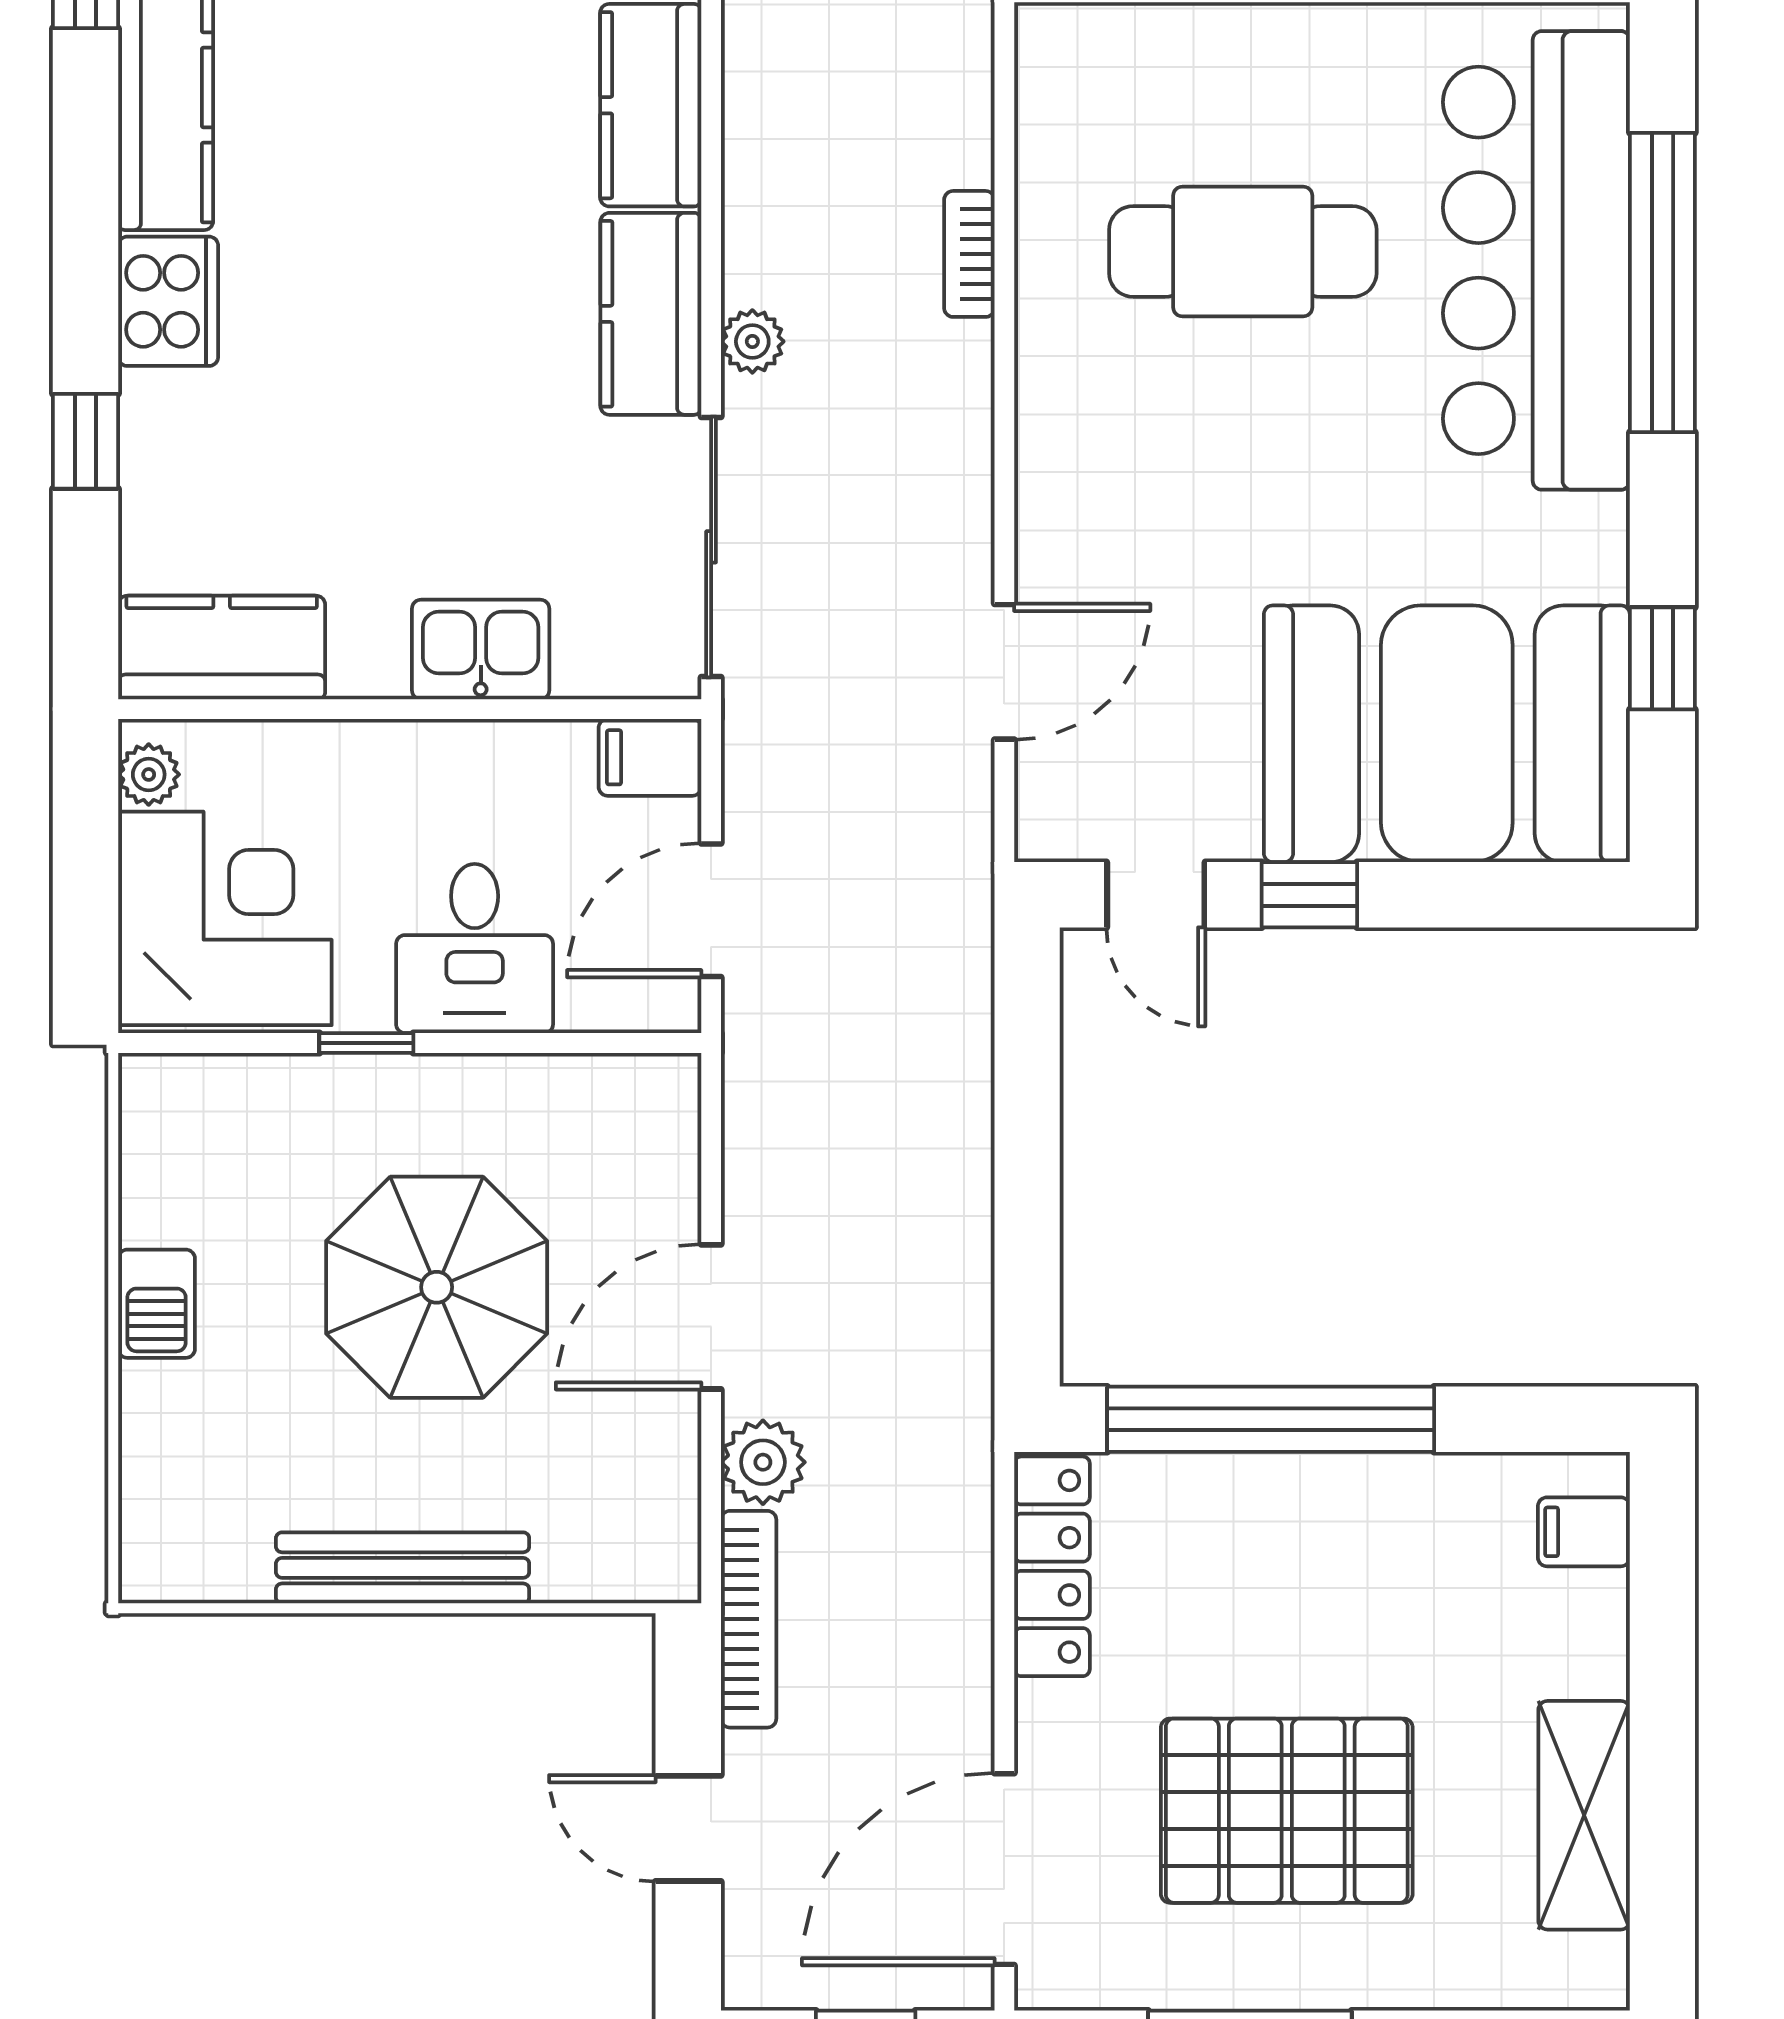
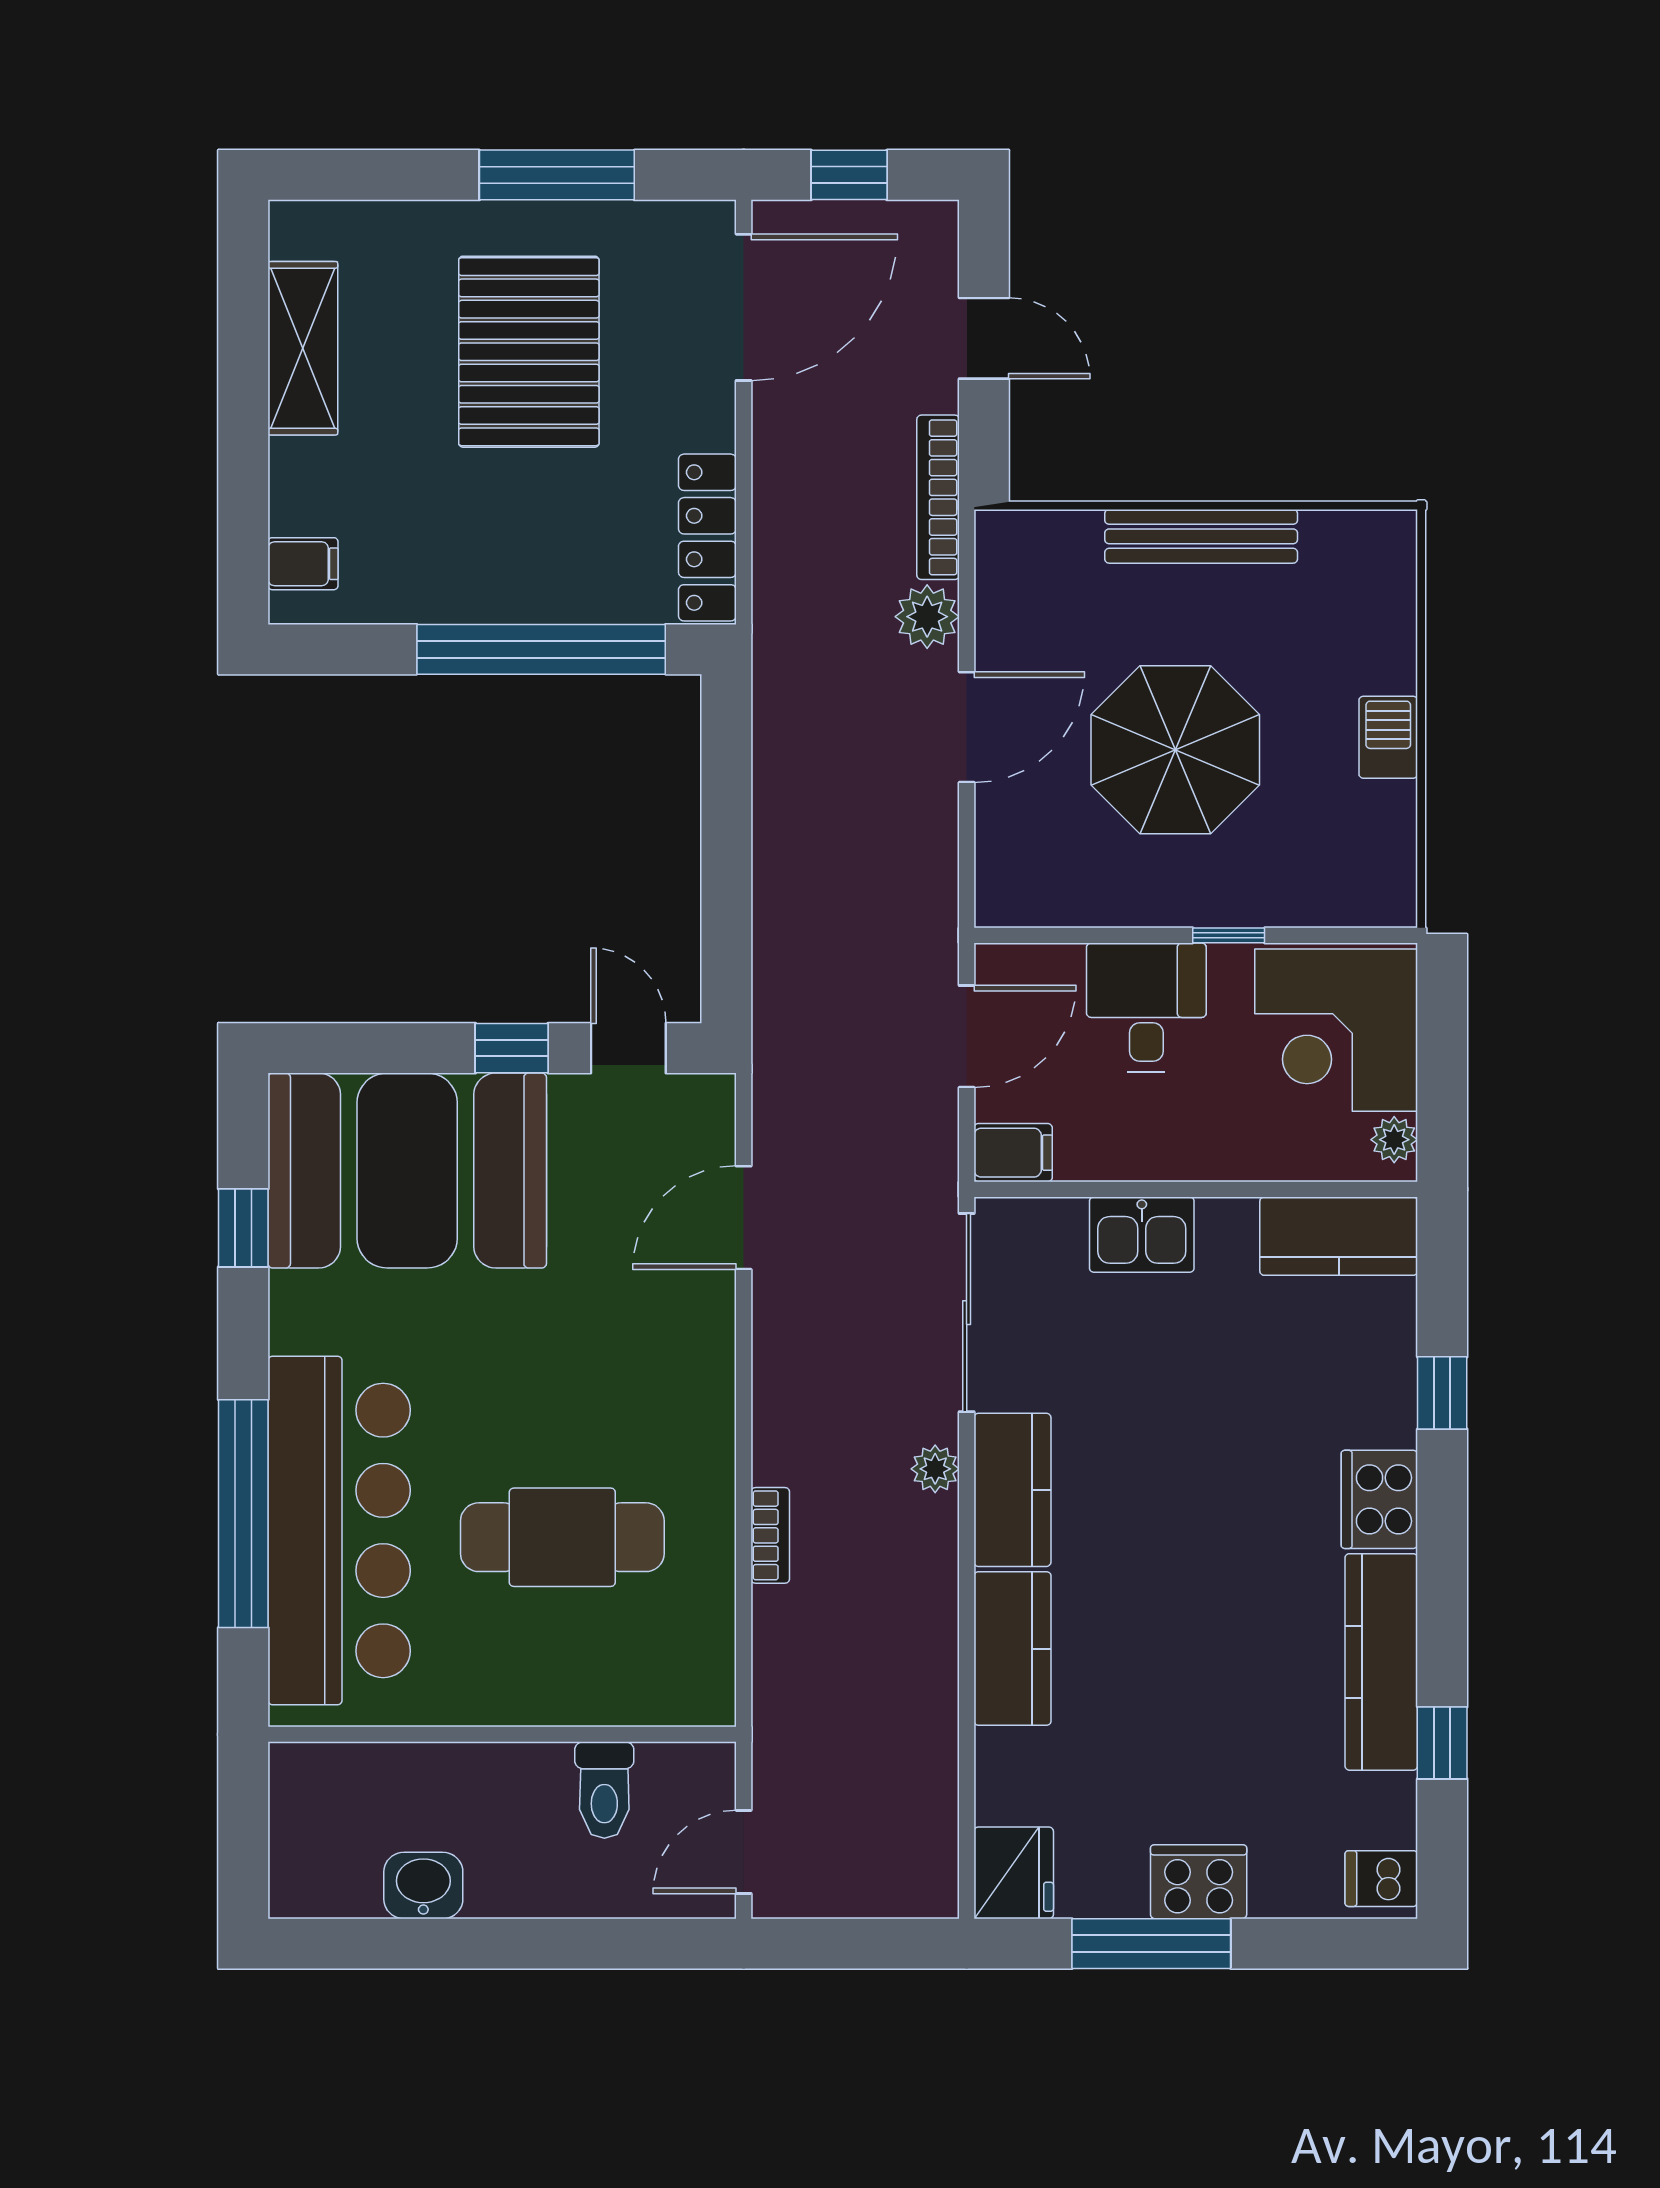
pallet: (1287, 1811) -> (529, 352), turned 90

